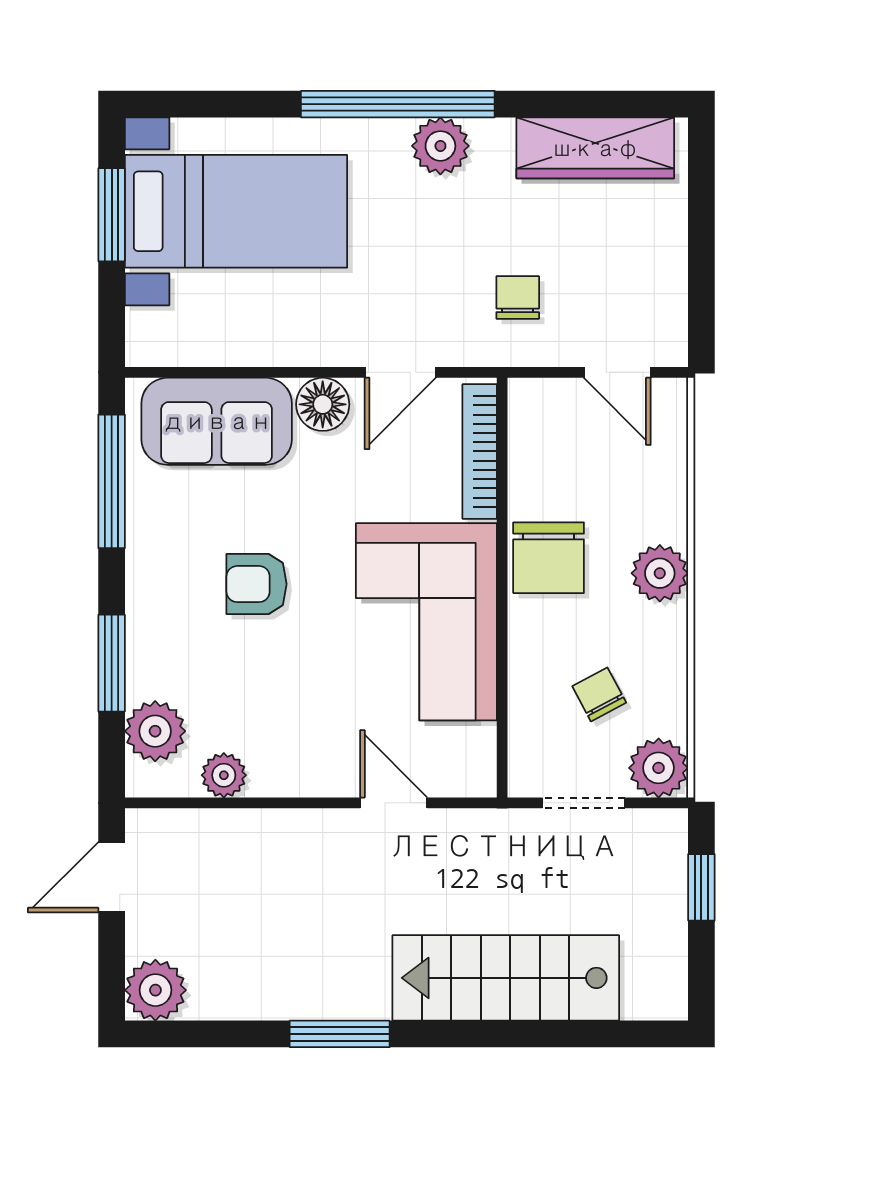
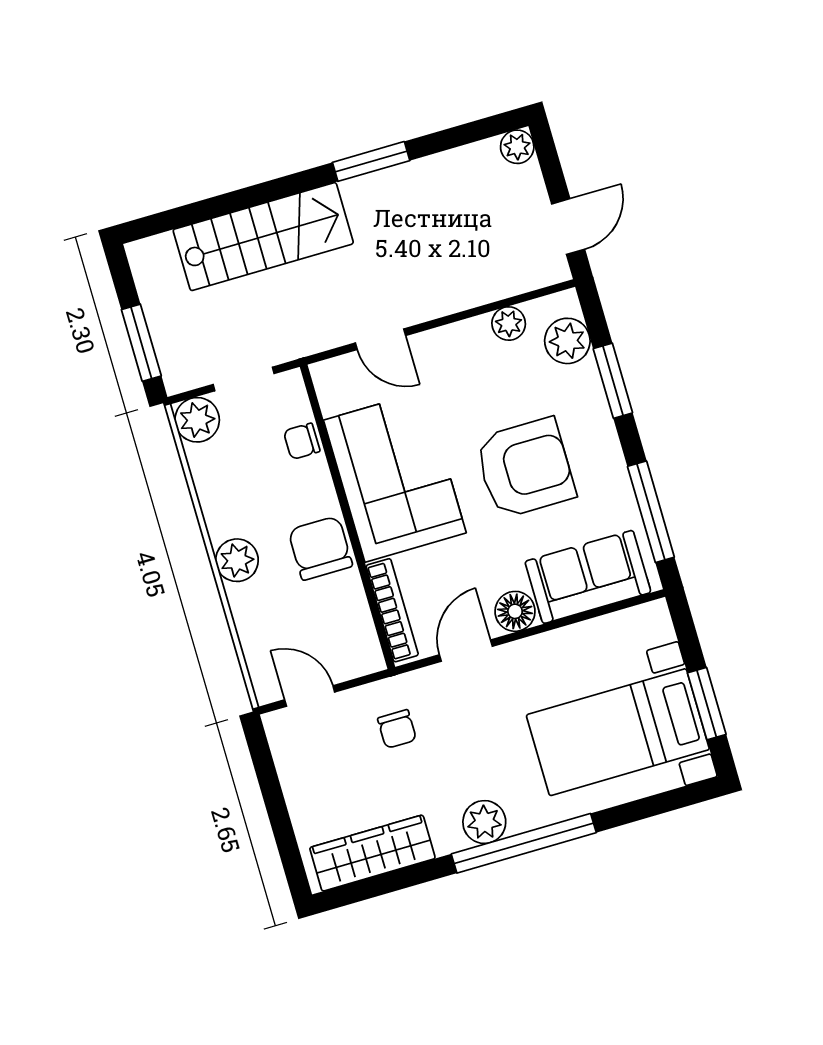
armchair: (256, 584) -> (525, 468), width x1.88, depth x1.88
chair: (599, 694) -> (302, 441), moved, turned 118
window: (701, 887) -> (141, 343), width x1.50
plant: (155, 990) -> (517, 147), width x0.73, depth x0.73

